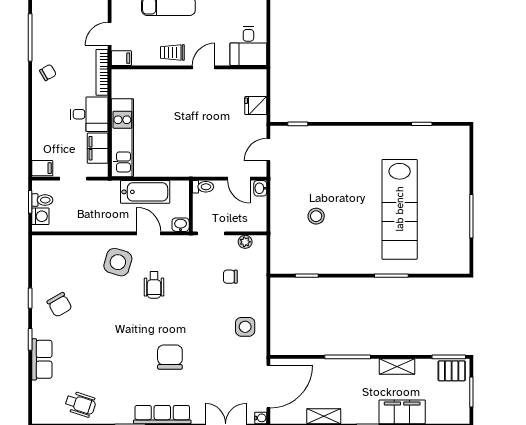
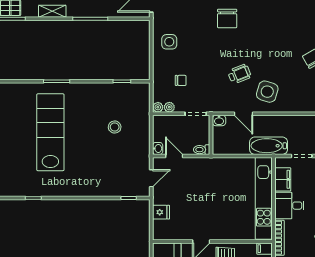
kitchen unit: (122, 138) -> (264, 198), width x1.36
bathtub: (145, 192) -> (269, 146), moved
plant: (260, 242) -> (158, 107), added
wheelchair: (154, 285) -> (239, 74), turned 68

